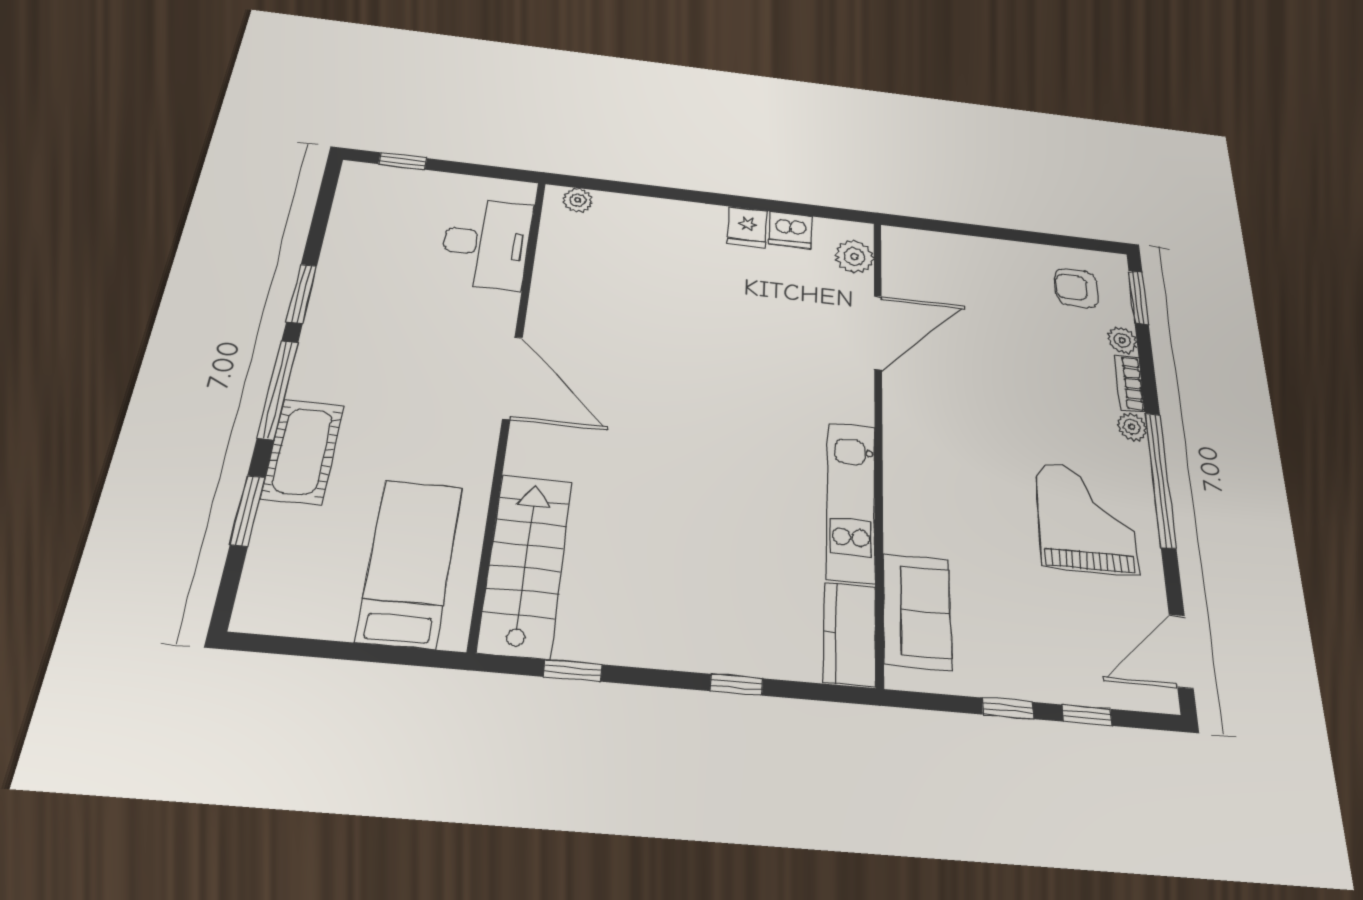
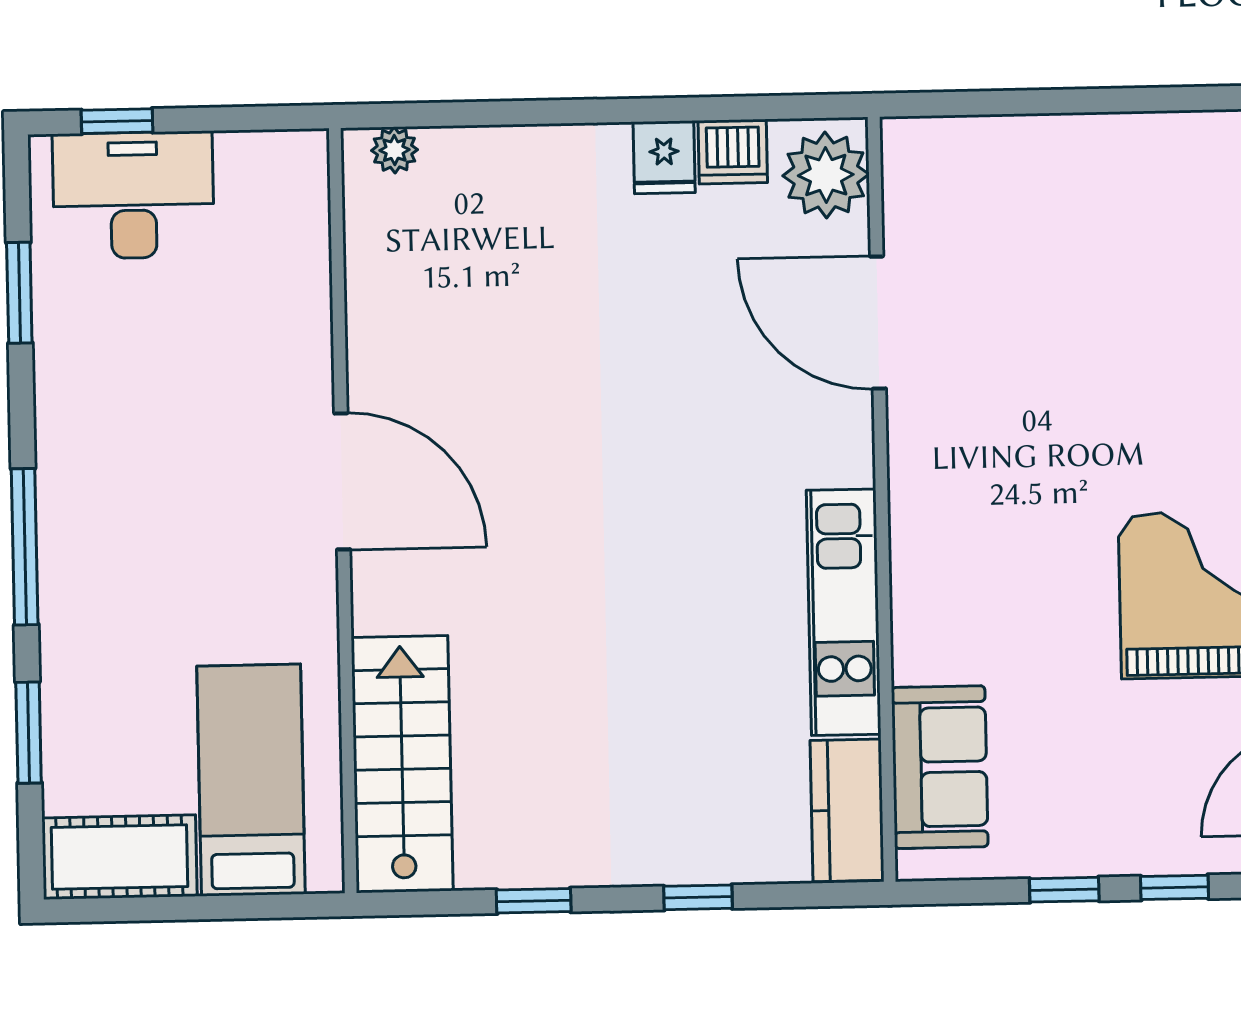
desk: (487, 243) -> (133, 195), moved, turned -90
plant: (854, 257) -> (826, 175), width x1.36, depth x1.36
armchair: (1076, 288) -> (1201, 188), removed
window: (302, 294) -> (19, 293), moved
door: (878, 332) -> (878, 323), swing flipped
cot: (303, 451) -> (119, 857), moved, turned 90
window: (573, 671) -> (534, 901), moved

